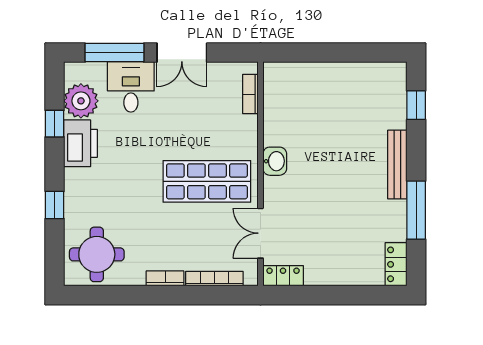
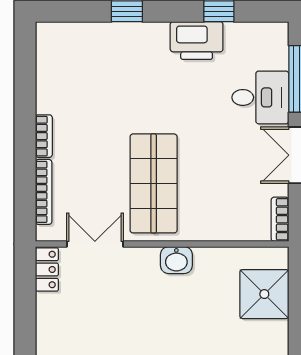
shower: (305, 83) -> (264, 294), added
bookcase: (250, 94) -> (280, 219), moved, turned -90
plant: (81, 101) -> (245, 41), removed
round table: (97, 254) -> (71, 59), removed

